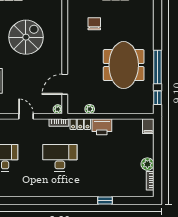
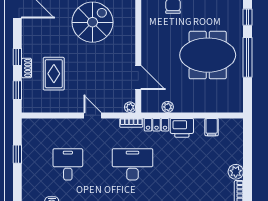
meeting table: (124, 65) -> (208, 55), turned 90
door: (65, 84) -> (138, 78), swing flipped
window: (157, 98) -> (248, 17), moved
filing cabinet: (148, 126) -> (212, 127), moved

